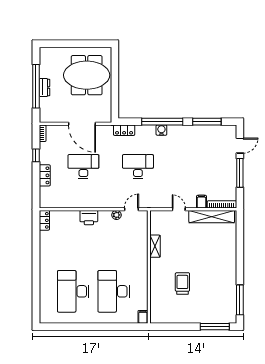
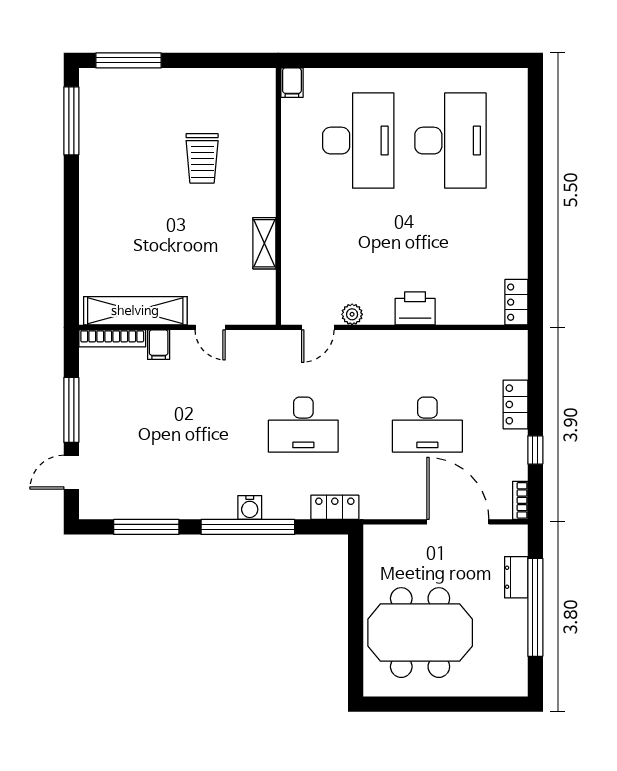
dresser: (44, 87) -> (516, 577), moved
door: (82, 124) -> (458, 522), moved

